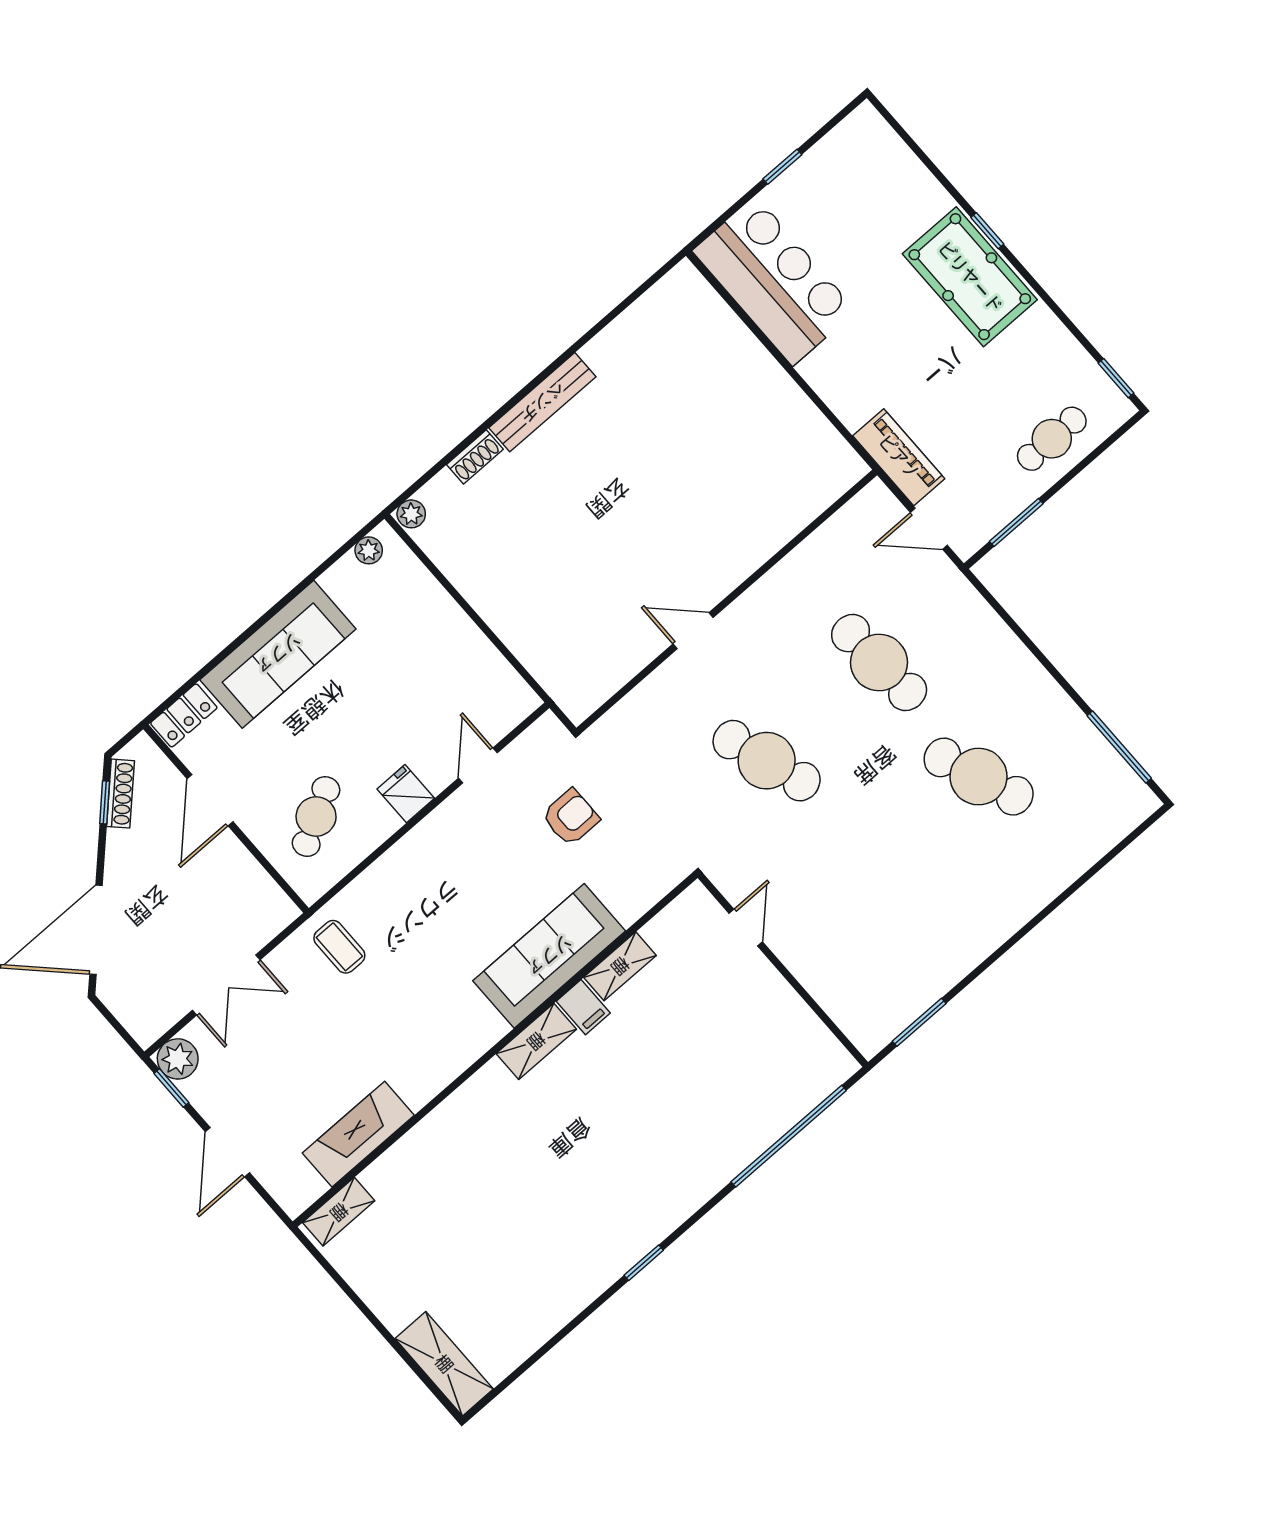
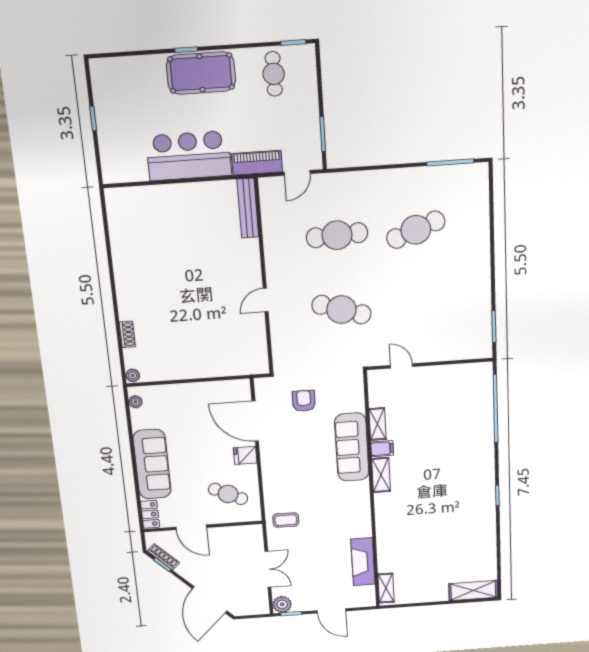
bar counter: (774, 281) -> (189, 156), moved
bench: (542, 402) -> (248, 208), moved
cafe table: (1052, 439) -> (274, 74), moved
cafe table: (767, 761) -> (341, 310), turned 36
door: (478, 765) -> (255, 421), width x1.88
cafe table: (316, 817) -> (228, 494), turned -35

